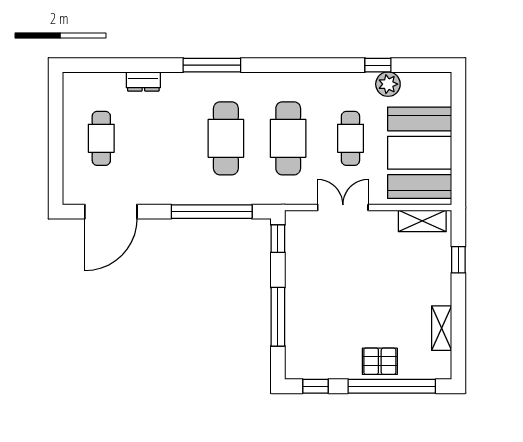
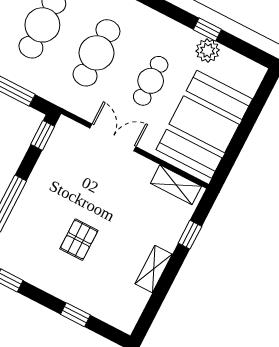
shelving: (442, 328) -> (154, 269), moved
pallet: (380, 361) -> (79, 240), moved, turned 90
window: (392, 386) -> (75, 315), width x0.32

